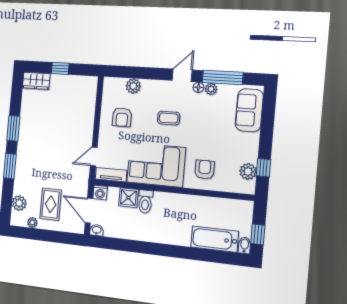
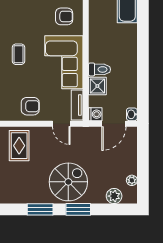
armchair: (122, 117) -> (30, 106), moved
spiral stairs: (37, 159) -> (68, 182), added
armchair: (205, 170) -> (64, 16), turned 180
rug: (51, 204) -> (19, 146), moved, turned 90

